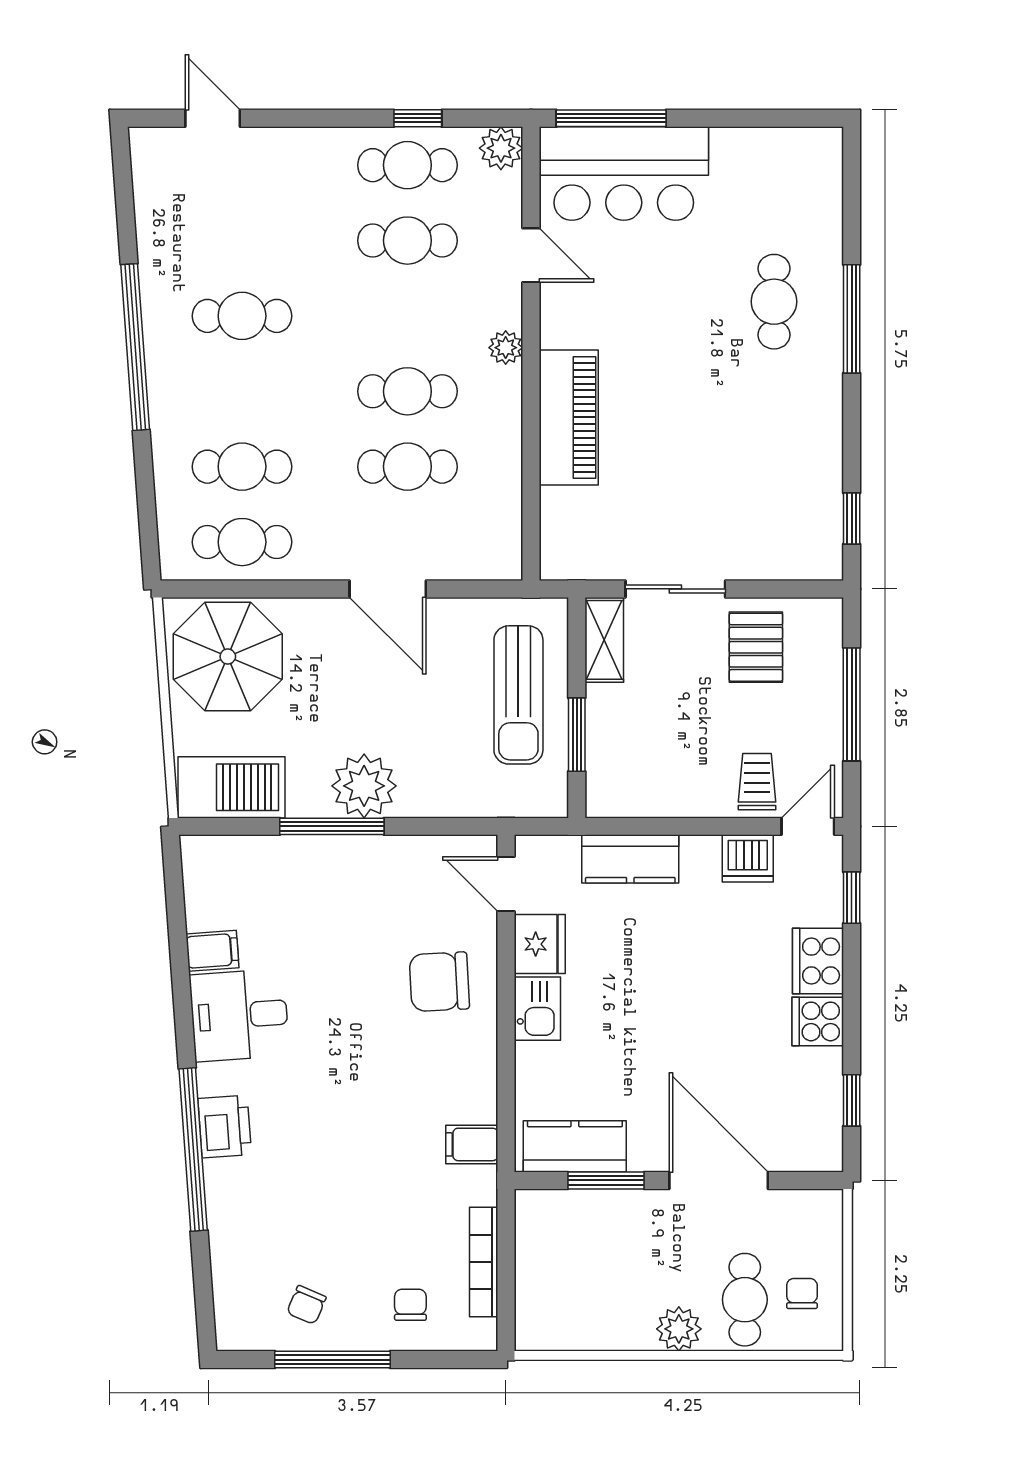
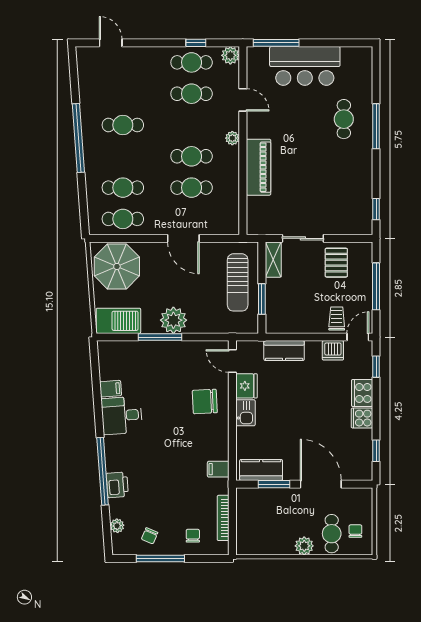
bar counter: (624, 174) -> (305, 66), moved
printer: (225, 1127) -> (117, 485), moved
plant: (228, 1281) -> (117, 526), added

